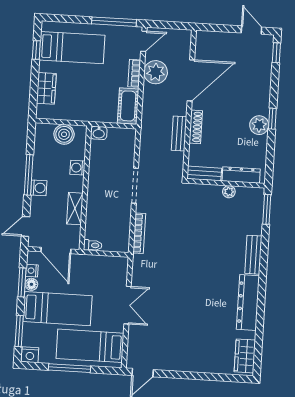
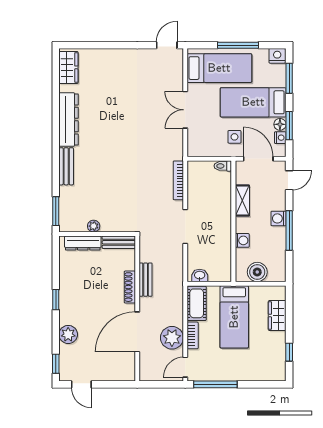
bed: (72, 48) -> (234, 317), moved, turned -90
plant: (259, 125) -> (68, 334), moved
washbasin: (99, 133) -> (200, 275), moved
side table: (79, 274) -> (234, 137), added

